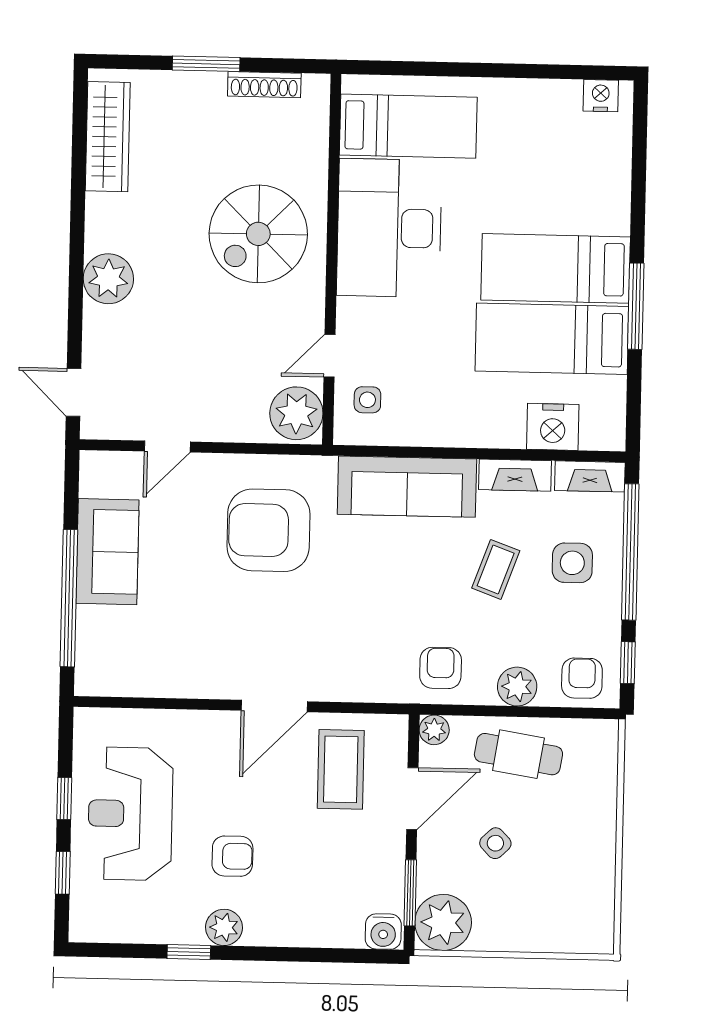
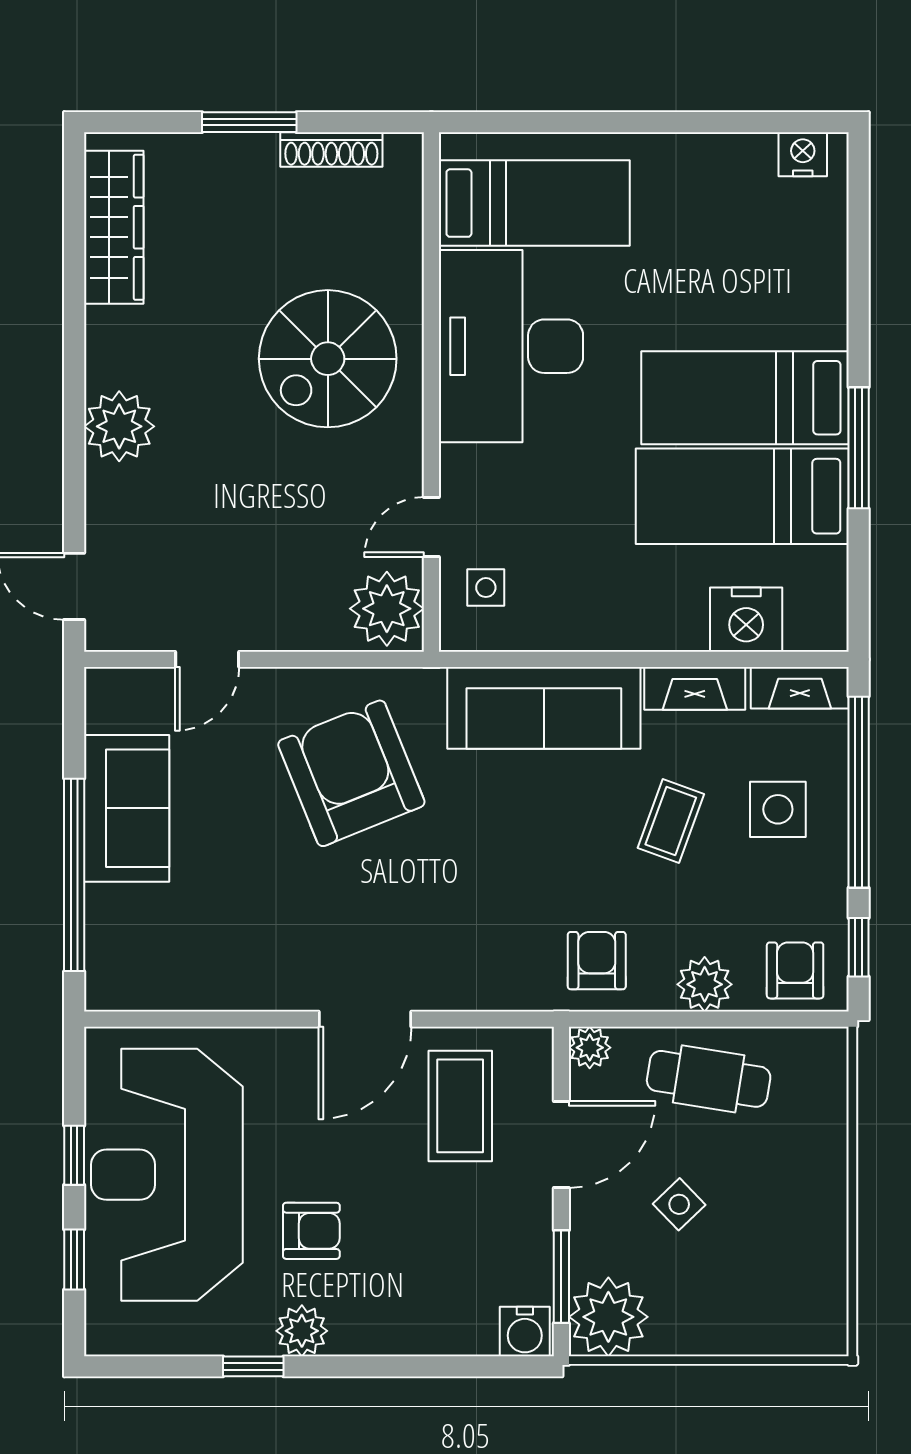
armchair: (268, 530) -> (351, 773), turned 68
reception desk: (130, 814) -> (167, 1175), width x1.36, depth x1.30

